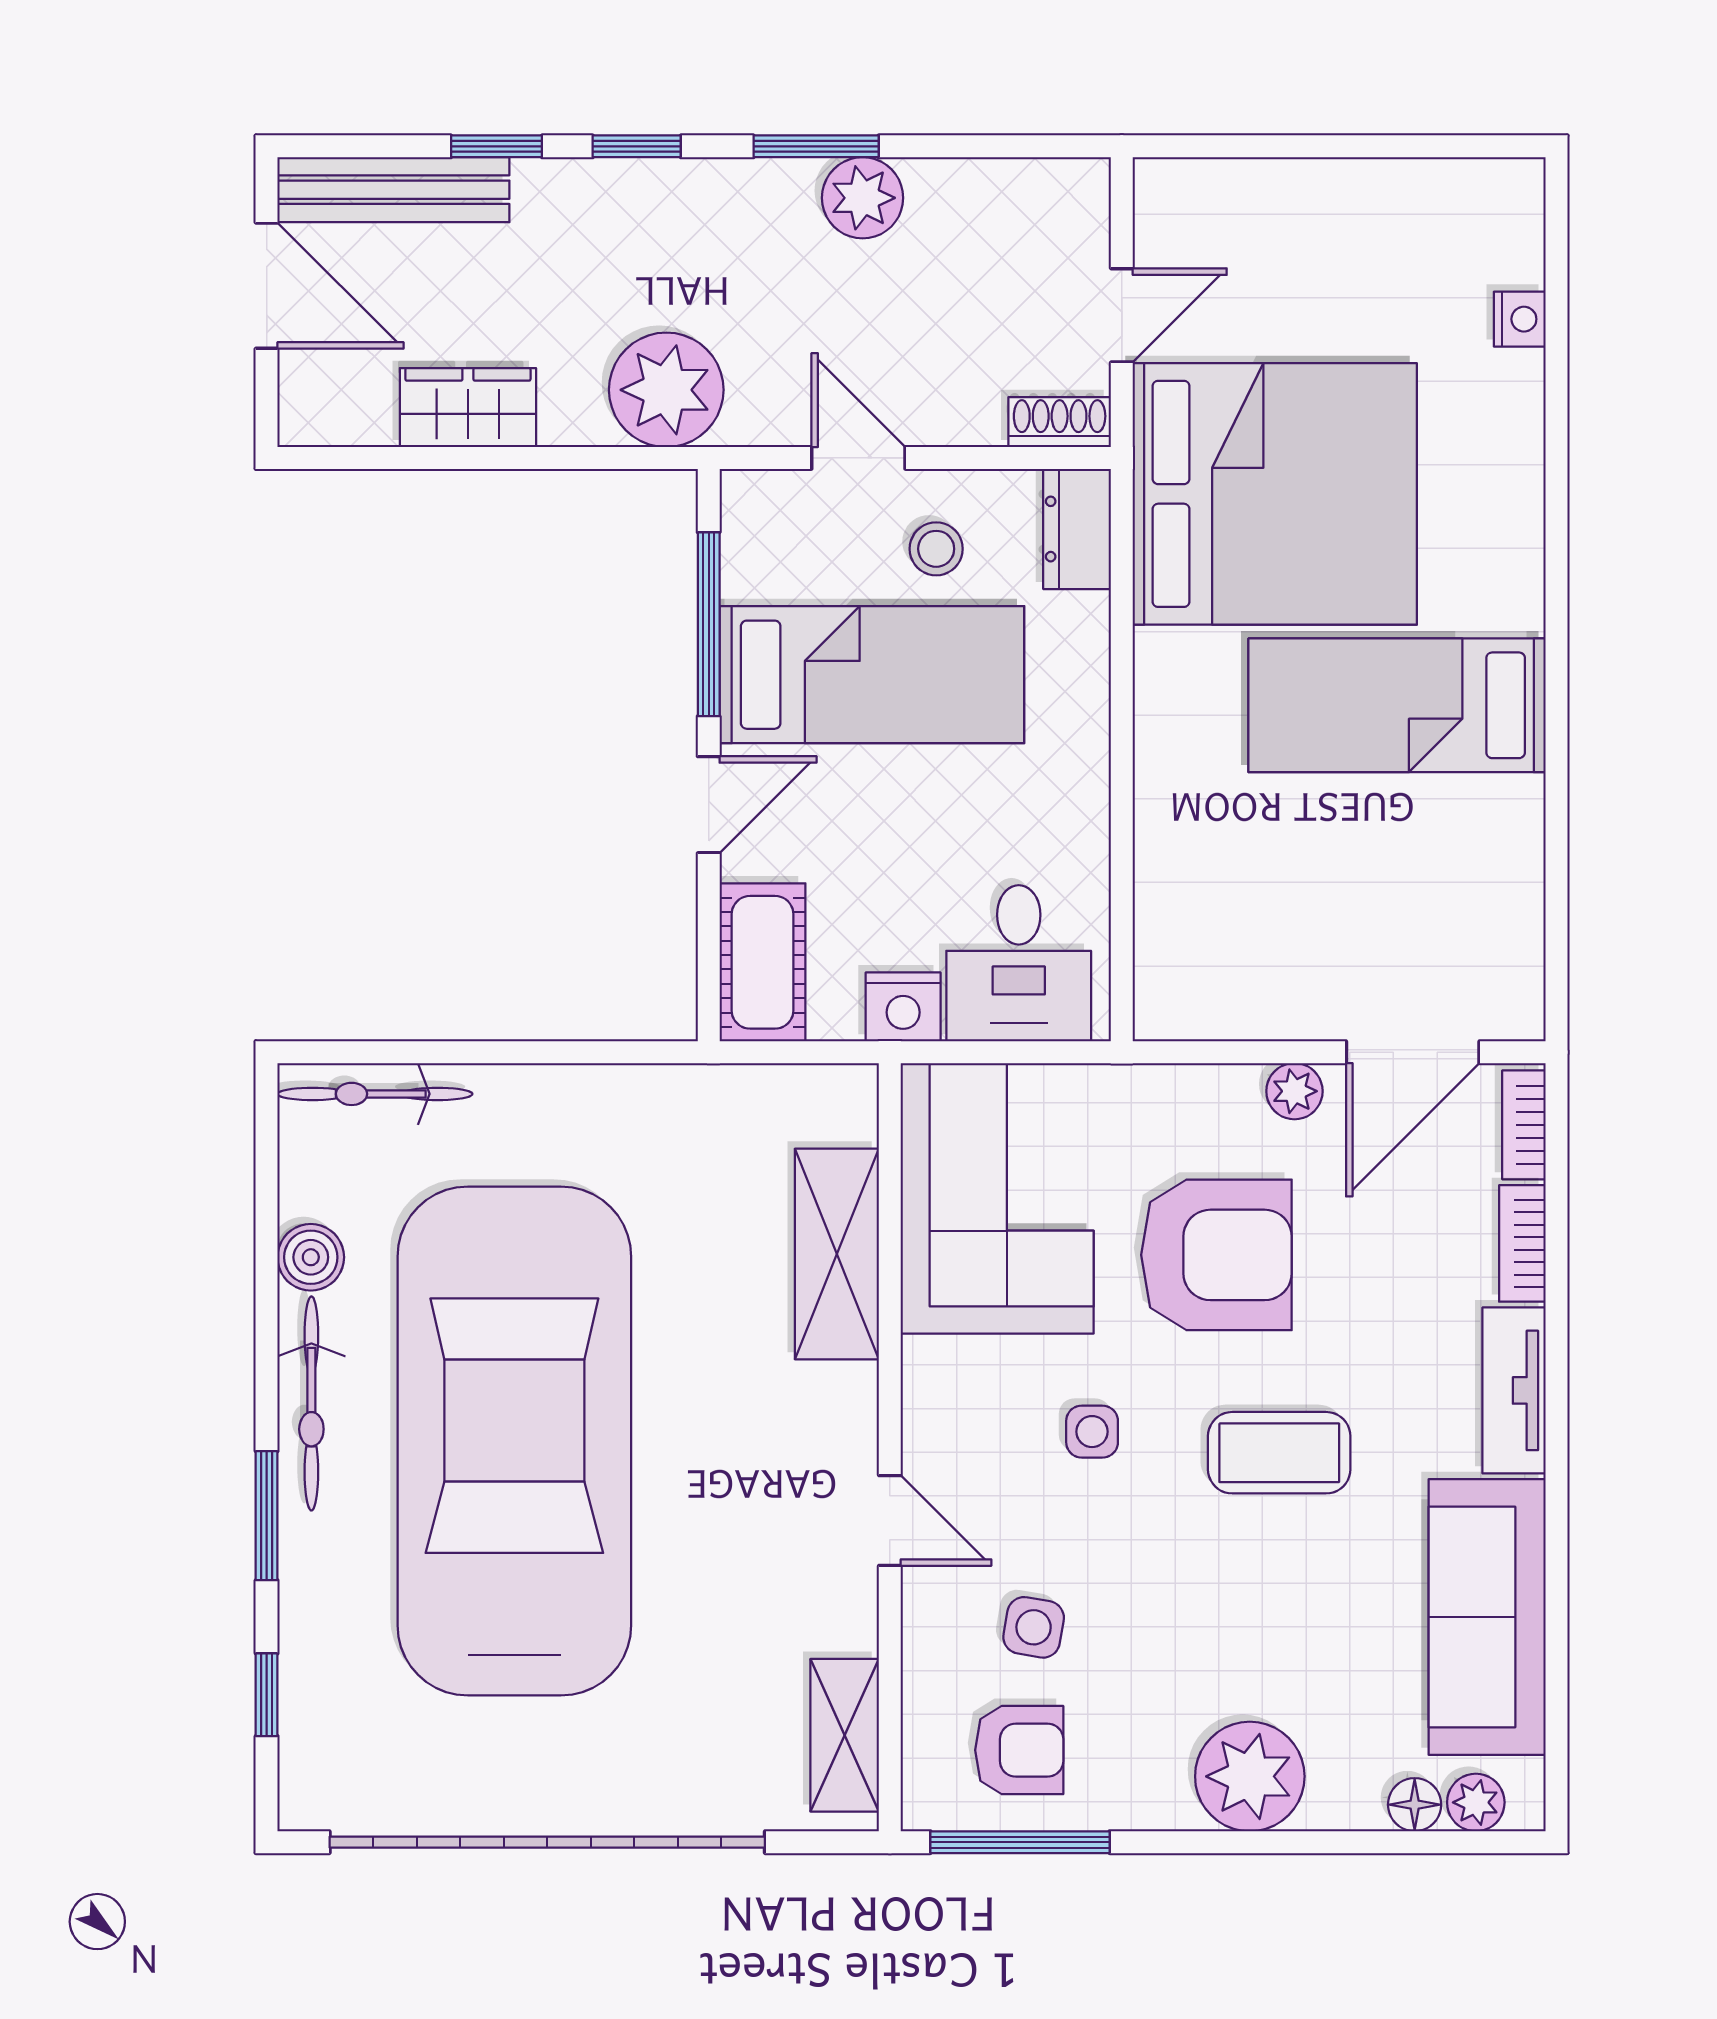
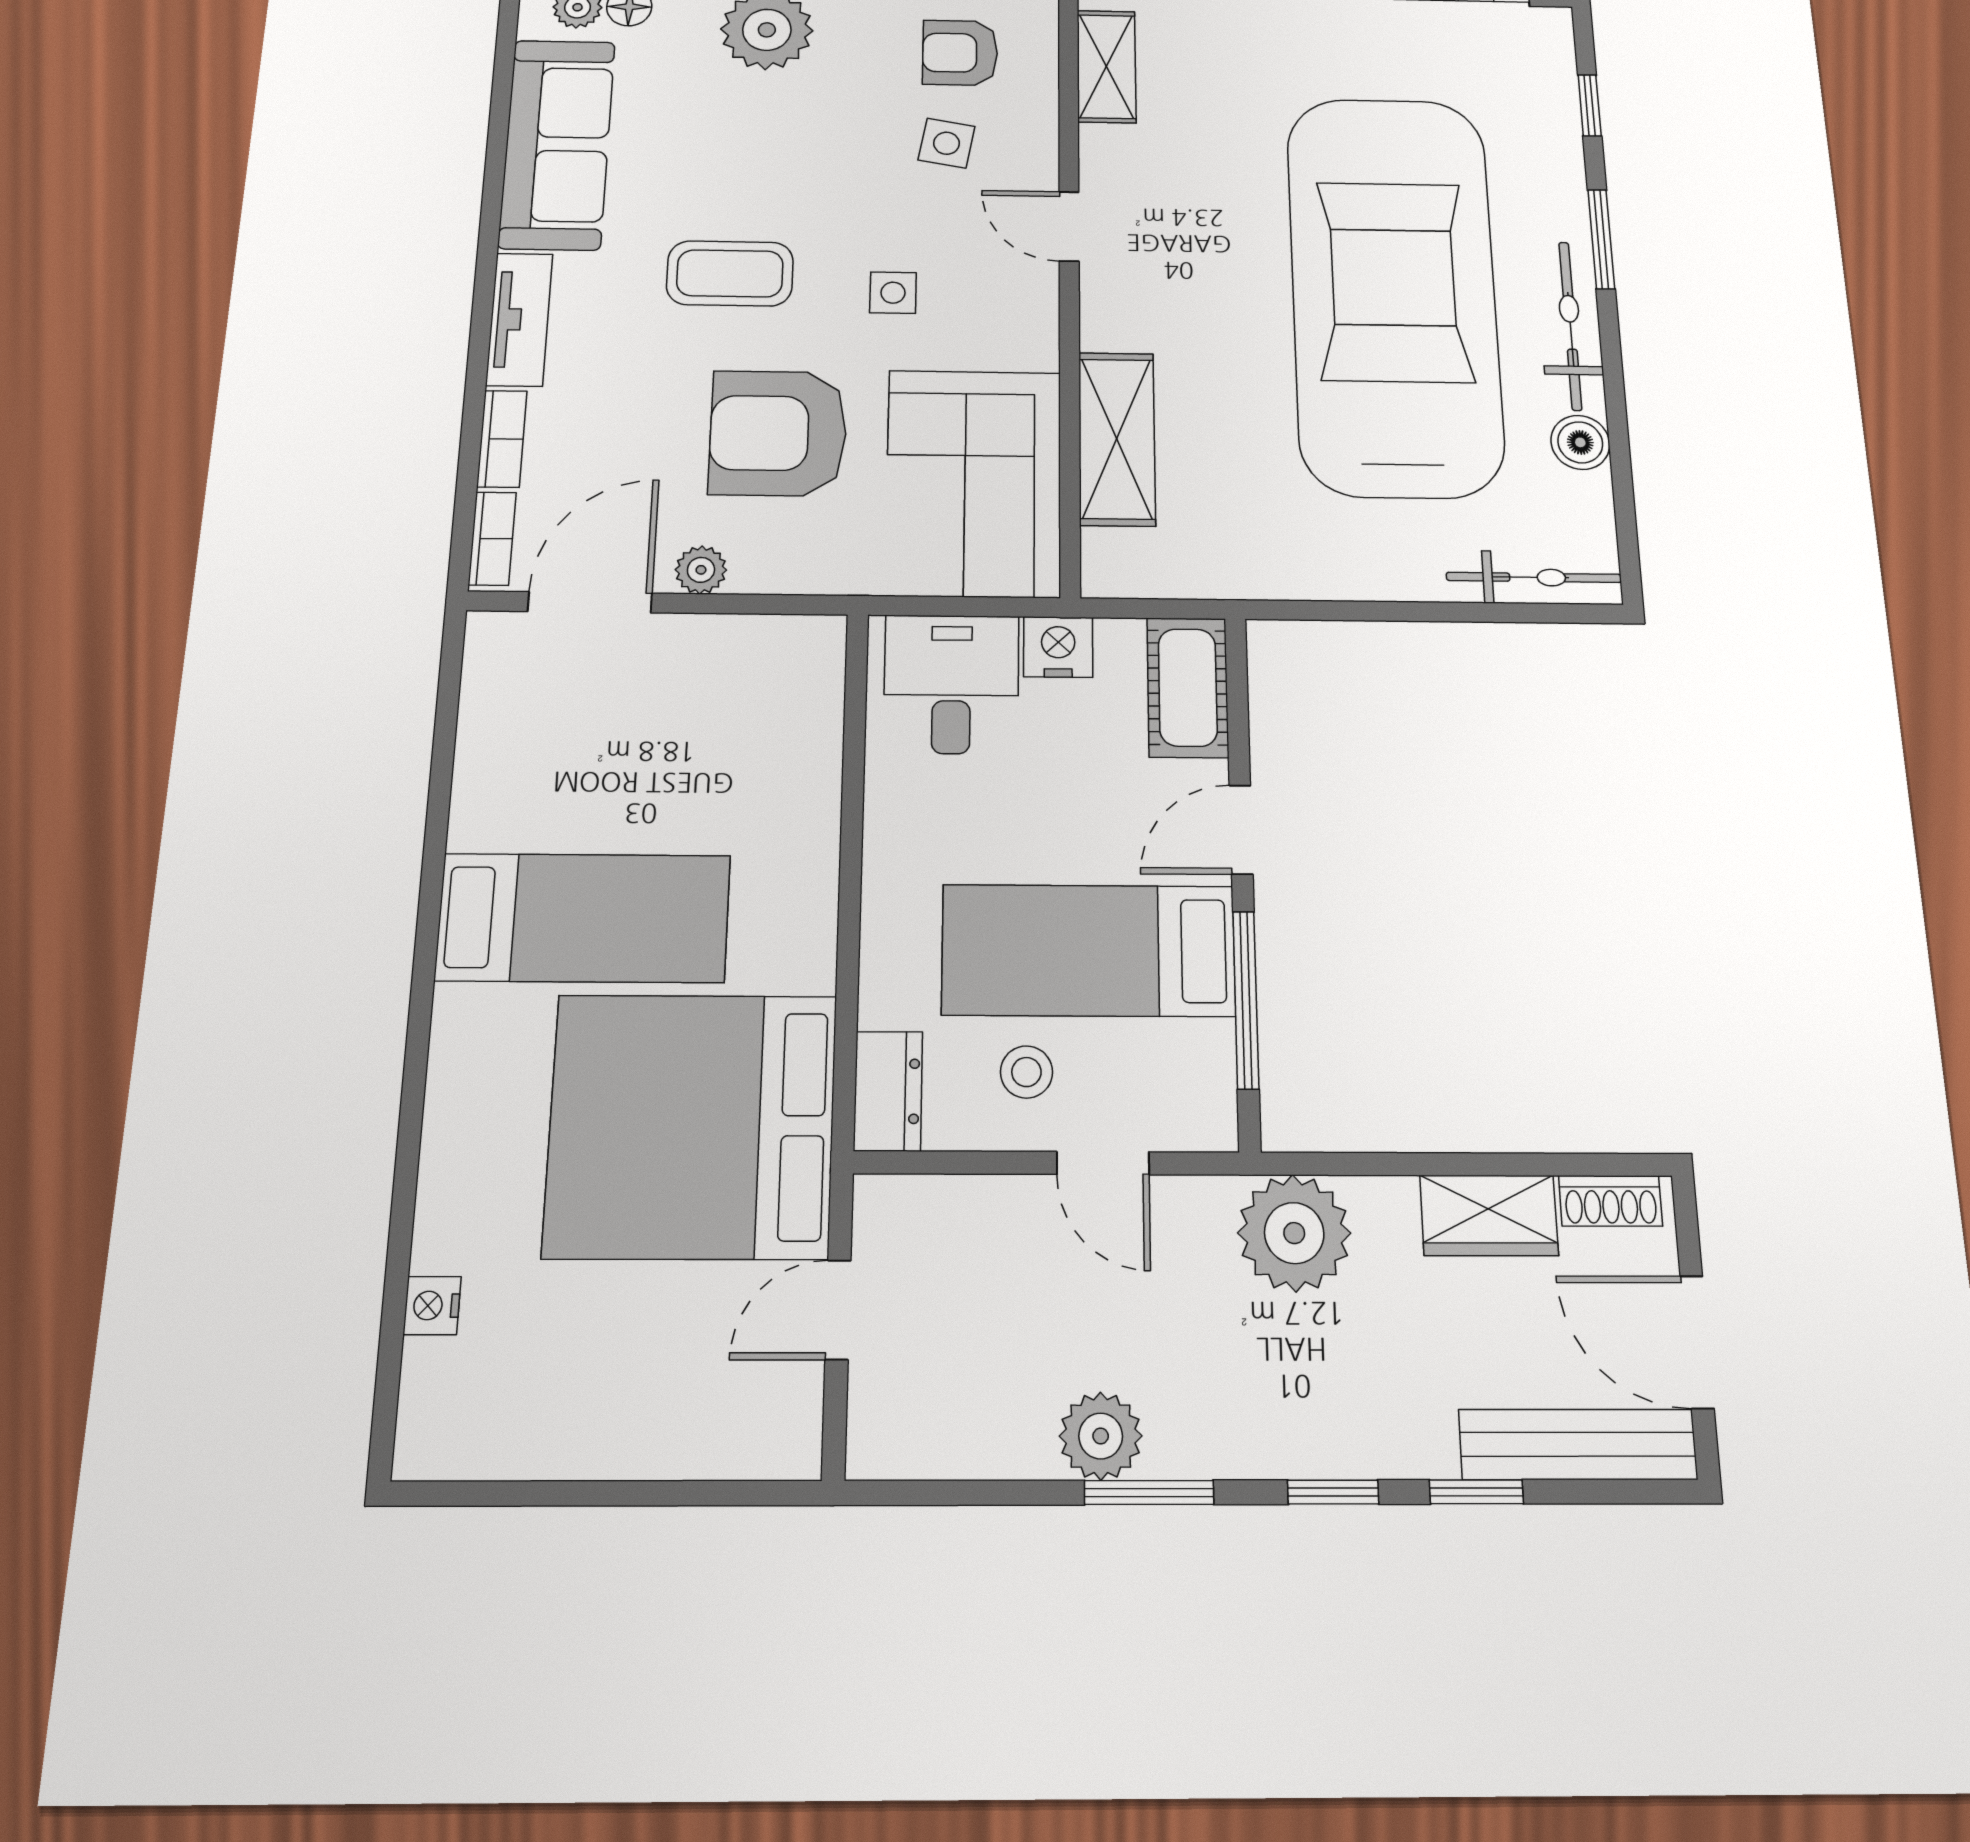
shoe rack: (1060, 422) -> (1611, 1201), moved
car: (514, 1441) -> (1394, 293), turned 180

